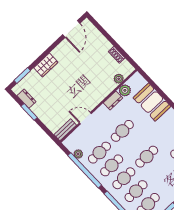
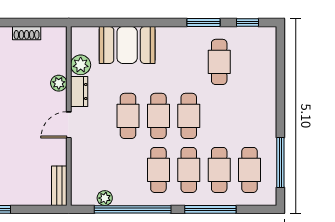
plant: (119, 79) -> (59, 83), moved
door: (85, 118) -> (69, 125), moved
cafe table: (99, 153) -> (158, 116), moved

